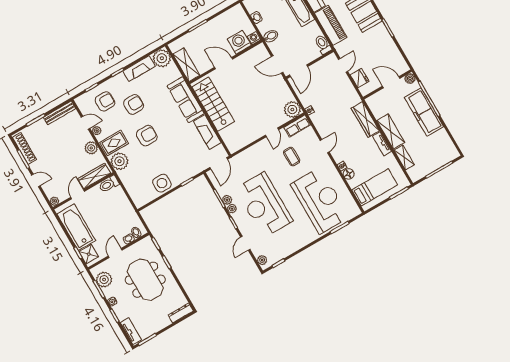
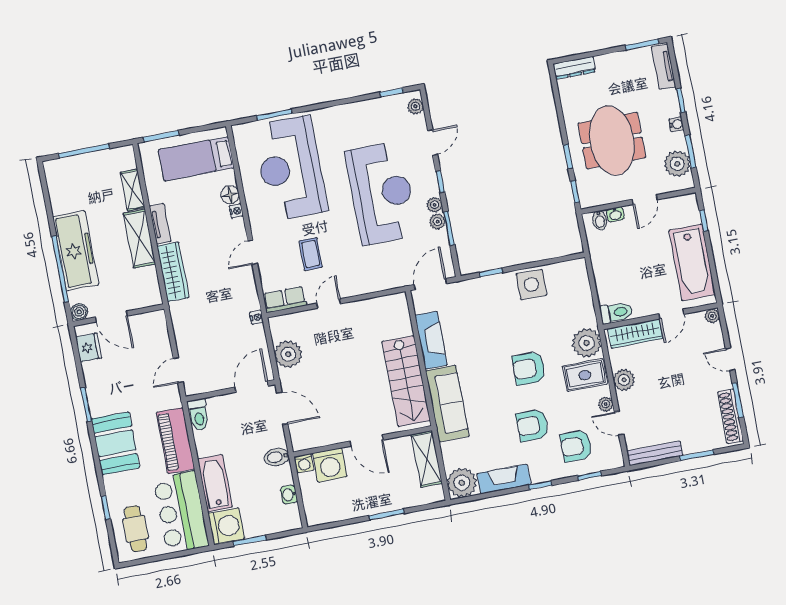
fridge: (360, 78) -> (89, 347), moved, turned 180
plant: (292, 109) -> (288, 354), moved
shower: (89, 254) -> (687, 213), removed

